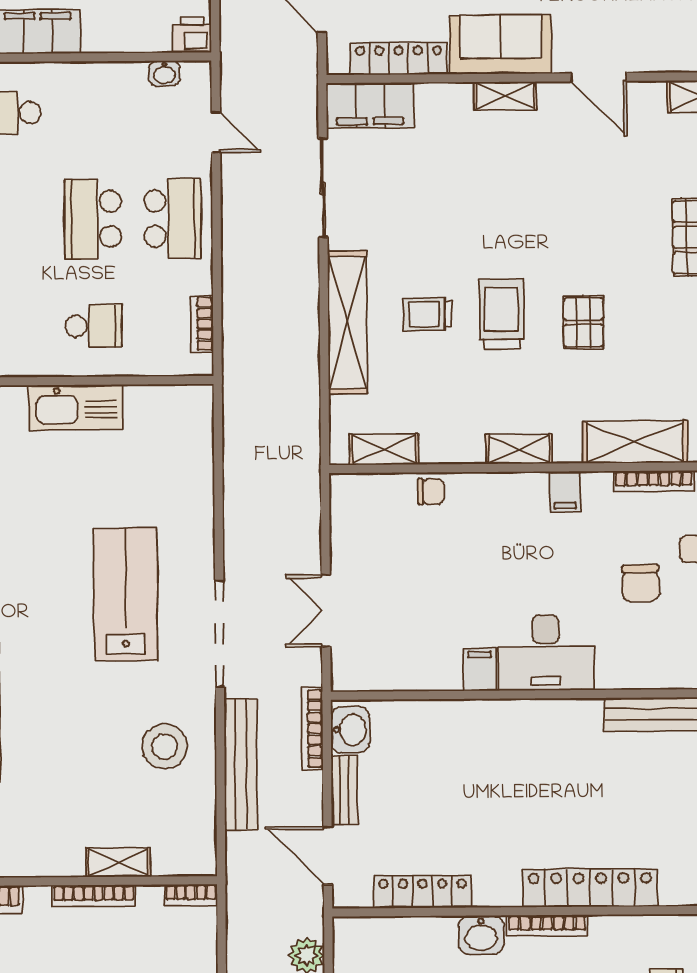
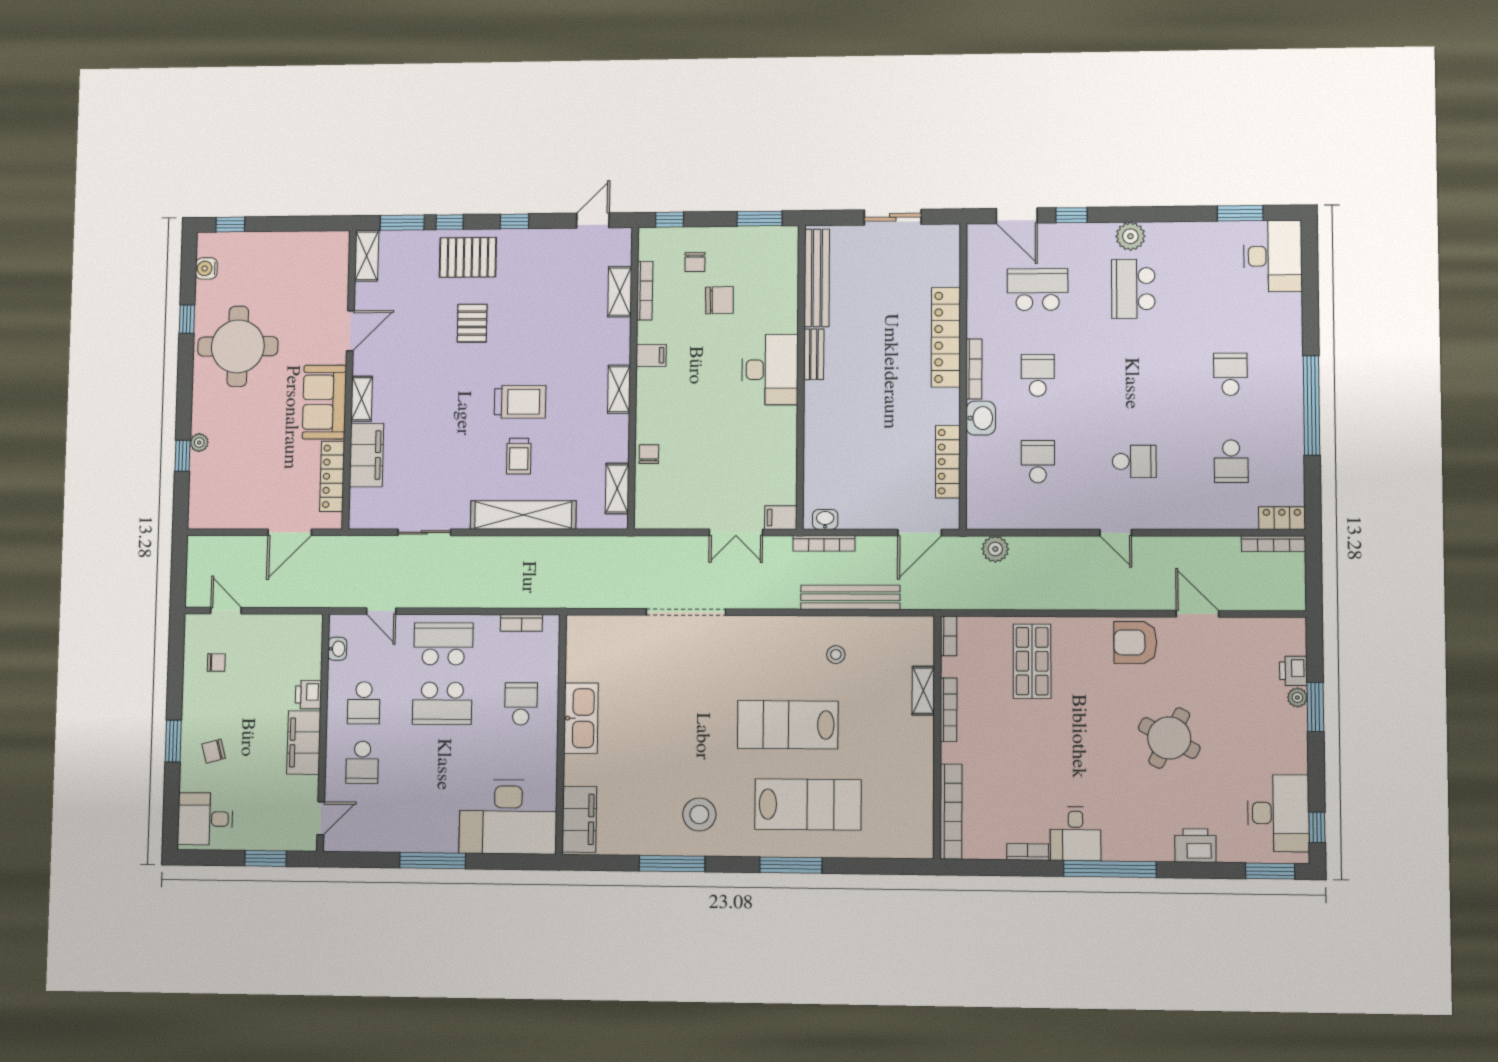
printer: (192, 35) -> (308, 695), moved
filing cabinet: (370, 105) -> (366, 455), moved
school desk: (92, 112) -> (364, 703), added
door: (216, 132) -> (381, 611), swing flipped
sliding door: (323, 188) -> (424, 532), width x0.73
trolley: (502, 314) -> (520, 402), turned 180
pallet: (583, 322) -> (472, 323), moved, turned 90
shelving: (635, 442) -> (620, 292), width x0.67, depth x0.75
lab bench: (126, 594) -> (788, 725), moved
doorway: (219, 634) -> (686, 612), moved
filing cabinet: (479, 669) -> (781, 518), moved
washbasin: (350, 730) -> (825, 519), width x0.72, depth x0.69
stool: (165, 746) -> (836, 655), width x0.53, depth x0.53
bench: (344, 790) -> (814, 354), moved, turned 90

